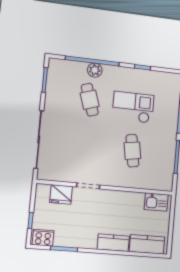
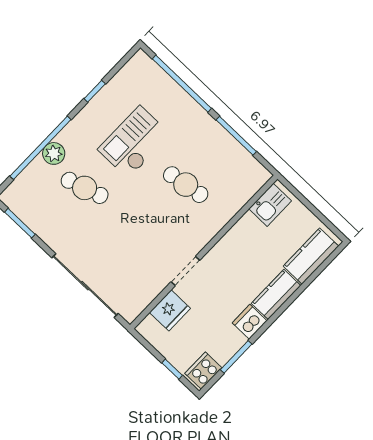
dishwasher: (88, 241) -> (250, 322), added

